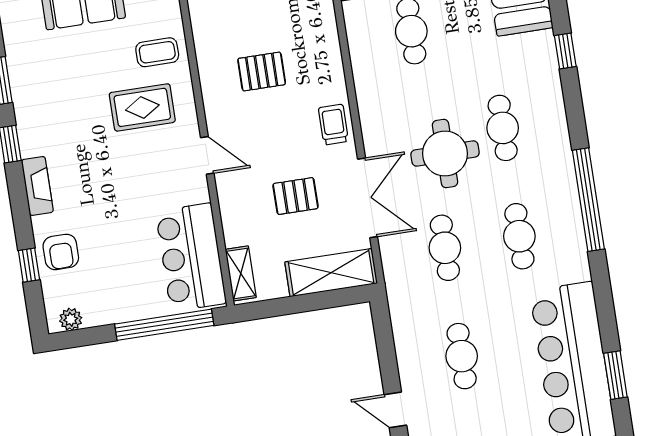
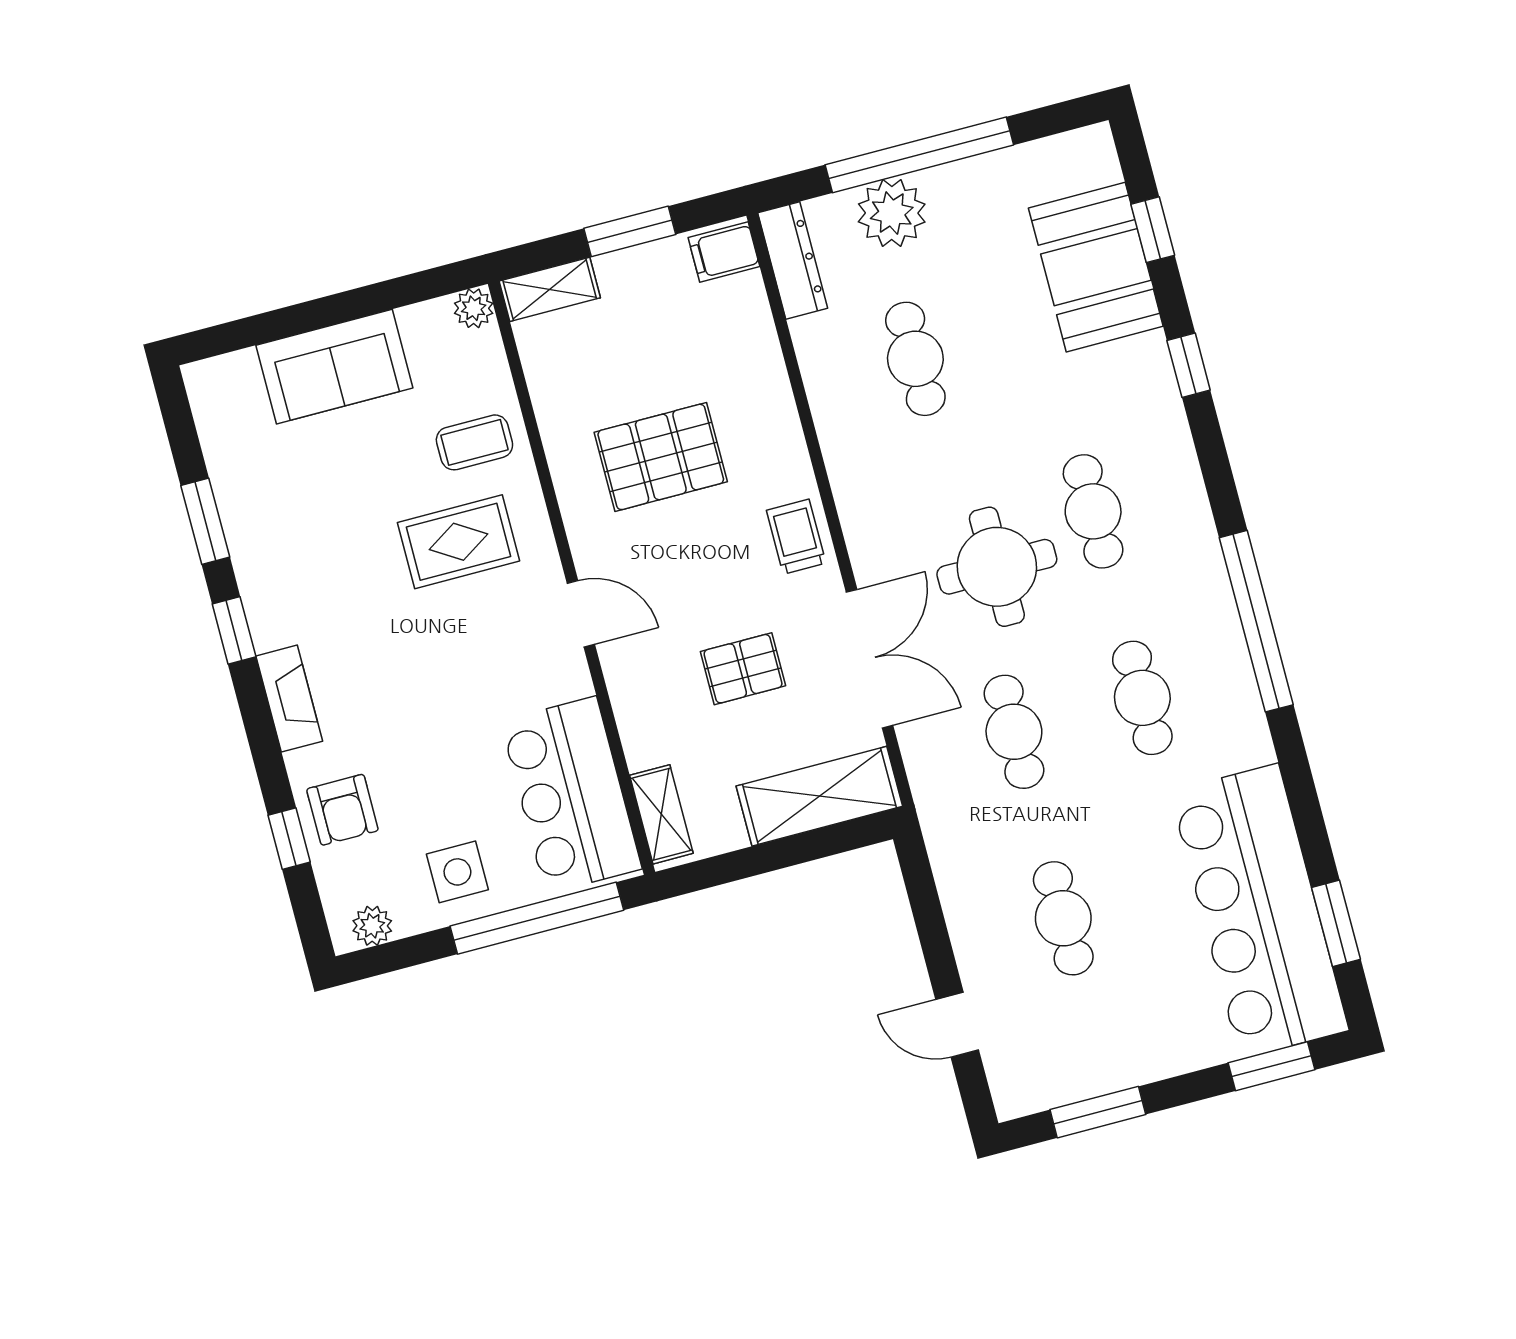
pallet: (262, 72) -> (661, 457), width x1.50, depth x1.42
side table: (122, 294) -> (457, 872), added

